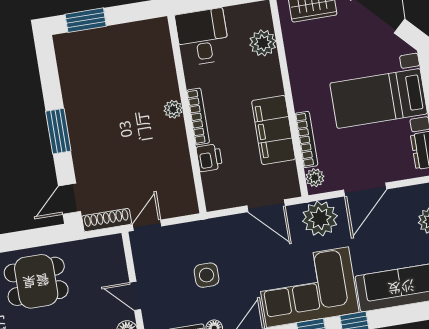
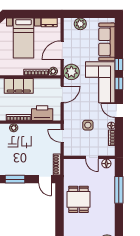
filing cabinet: (274, 130) -> (19, 86), moved
printer: (209, 158) -> (42, 113), width x1.87, depth x1.48
door: (365, 190) -> (62, 50), swing flipped
door: (147, 225) -> (62, 136), moved
door: (135, 296) -> (92, 157), hinge flipped

